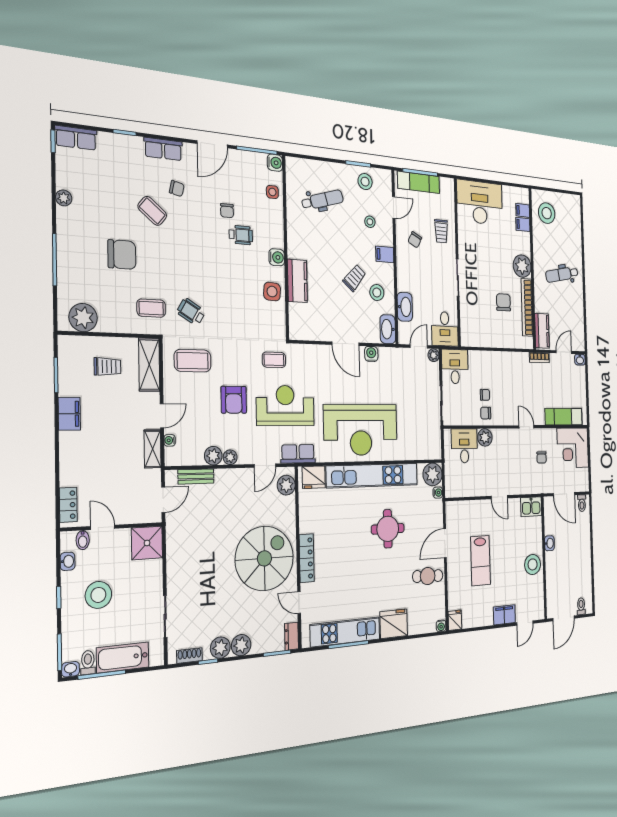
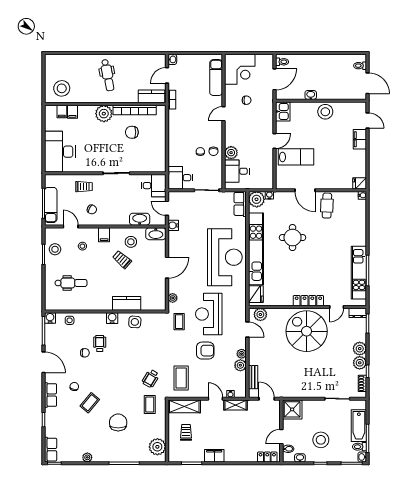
dental chair: (323, 200) -> (71, 283), turned 106
door: (564, 352) -> (167, 75), hinge flipped
water cooler: (371, 354) -> (173, 225), moved
plant: (434, 355) -> (173, 298), moved
row of seats: (298, 454) -> (240, 204), moved
lab bench: (480, 561) -> (296, 157), moved
fridge: (394, 624) -> (357, 235), removed

